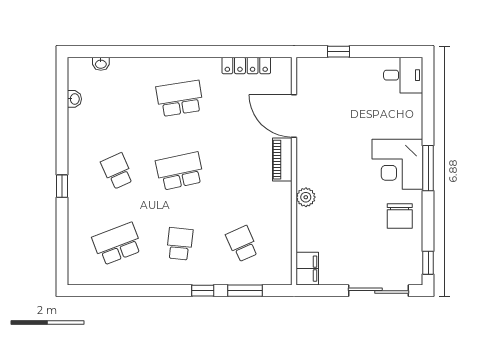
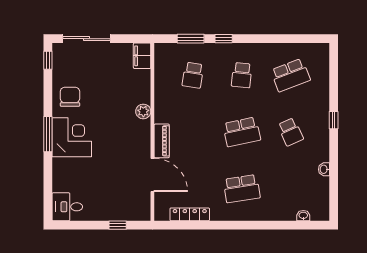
washbasin: (74, 99) -> (324, 169), moved
school desk: (242, 244) -> (193, 75), turned 33

